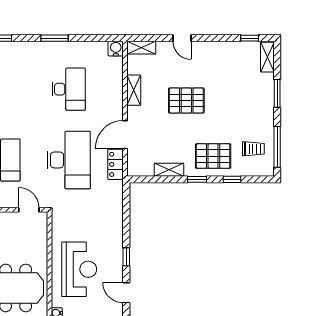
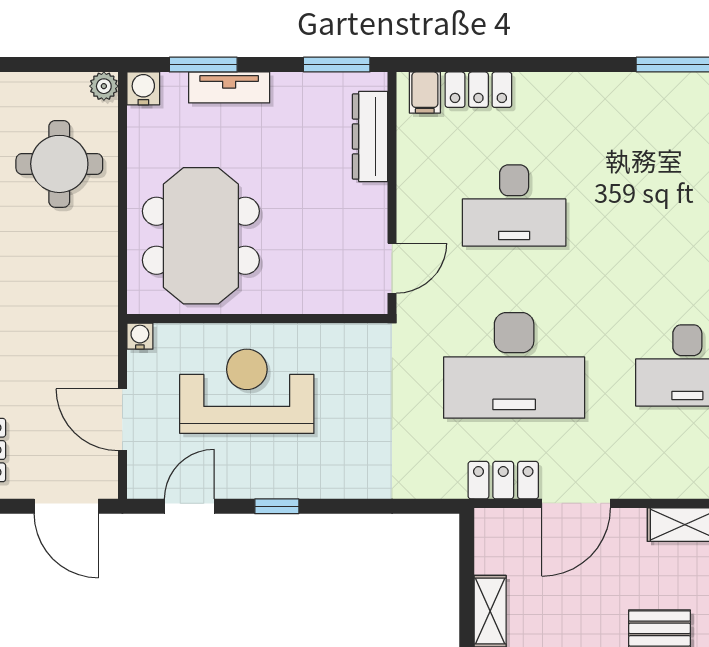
door: (125, 135) -> (576, 503), swing flipped
reception desk: (79, 269) -> (247, 391), turned 180

